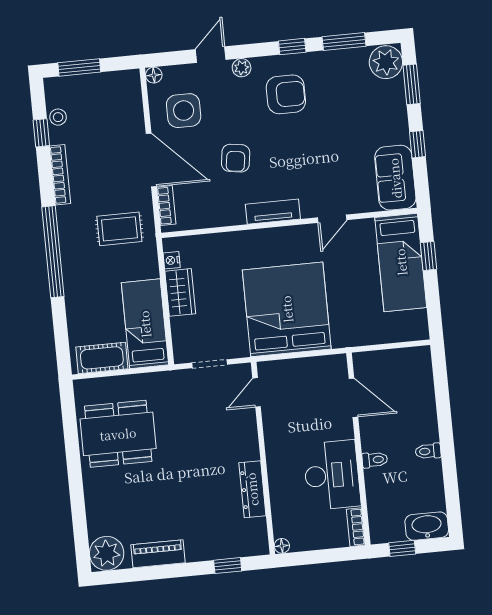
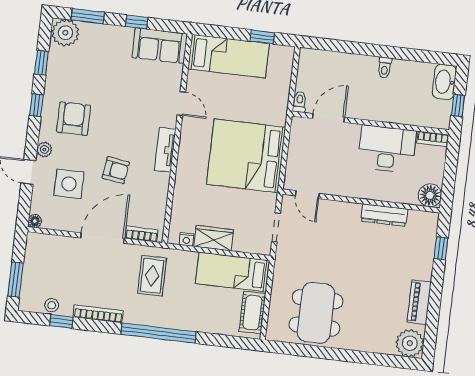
window: (344, 41) -> (41, 63), width x0.67
side table: (184, 111) -> (69, 184), moved
window: (428, 256) -> (262, 37), moved
toilet: (375, 460) -> (300, 102), moved
floor lamp: (282, 546) -> (430, 195), width x1.89, depth x1.89

